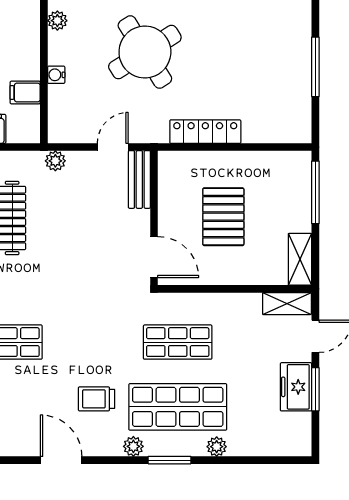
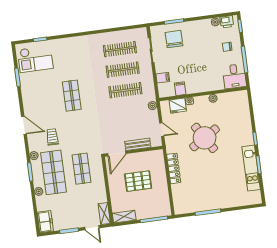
fridge: (63, 103) -> (178, 106), added
bench: (139, 179) -> (138, 144), moved
freezer: (296, 387) -> (45, 222), moved, turned 90
door: (61, 460) -> (24, 125), hinge flipped

